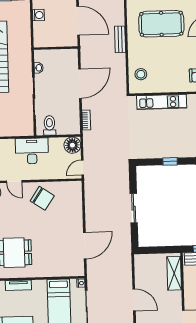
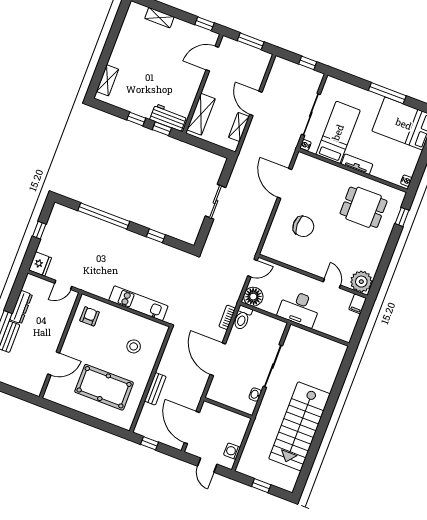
stool: (141, 74) -> (134, 346), moved
door: (80, 84) -> (218, 359), hinge flipped
toilet: (50, 125) -> (242, 318), moved
chair: (42, 198) -> (303, 226), moved, turned 146
door: (85, 246) -> (285, 183), hinge flipped
shelving: (140, 276) -> (239, 127), added
tv unit: (18, 285) -> (357, 164), moved

